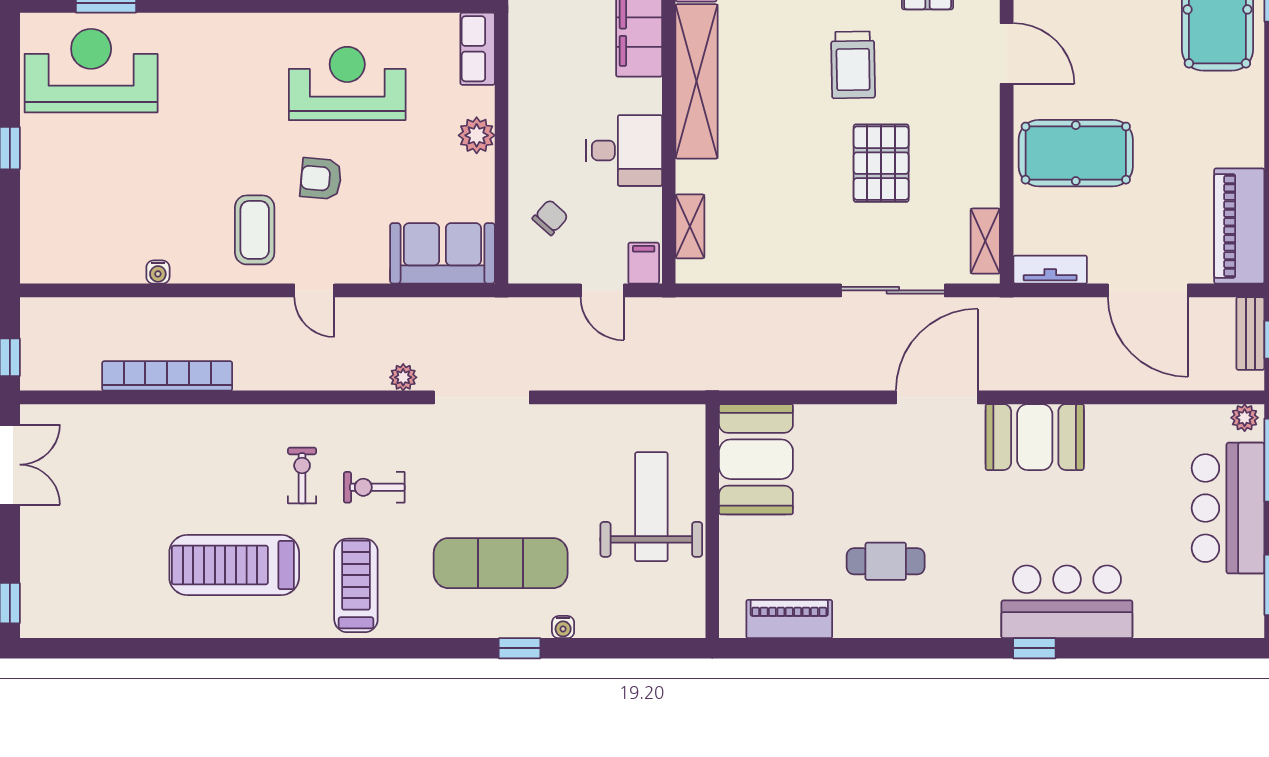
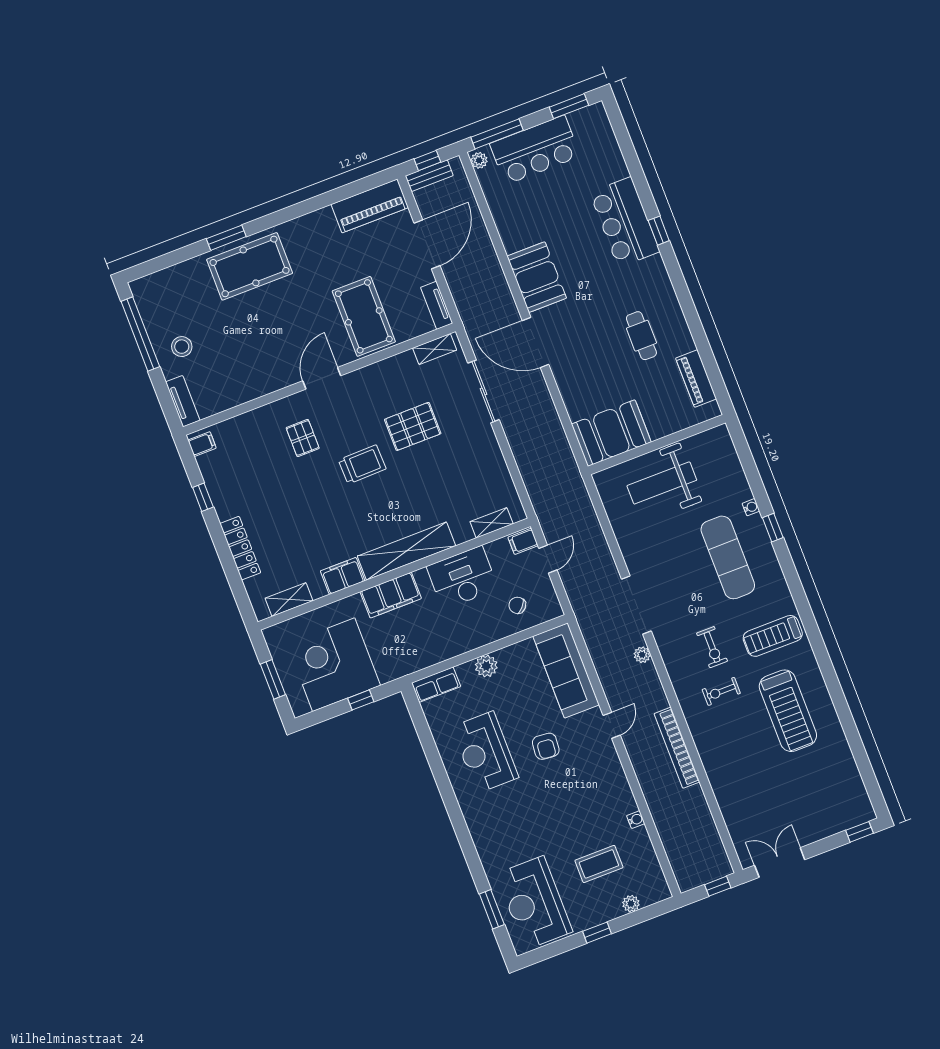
desk: (624, 150) -> (462, 578), width x1.37
plant: (34, 216) -> (631, 904), added
coffee table: (255, 230) -> (599, 864), moved
sofa: (442, 253) -> (566, 670), width x1.36
bookcase: (167, 376) -> (677, 748), moved

